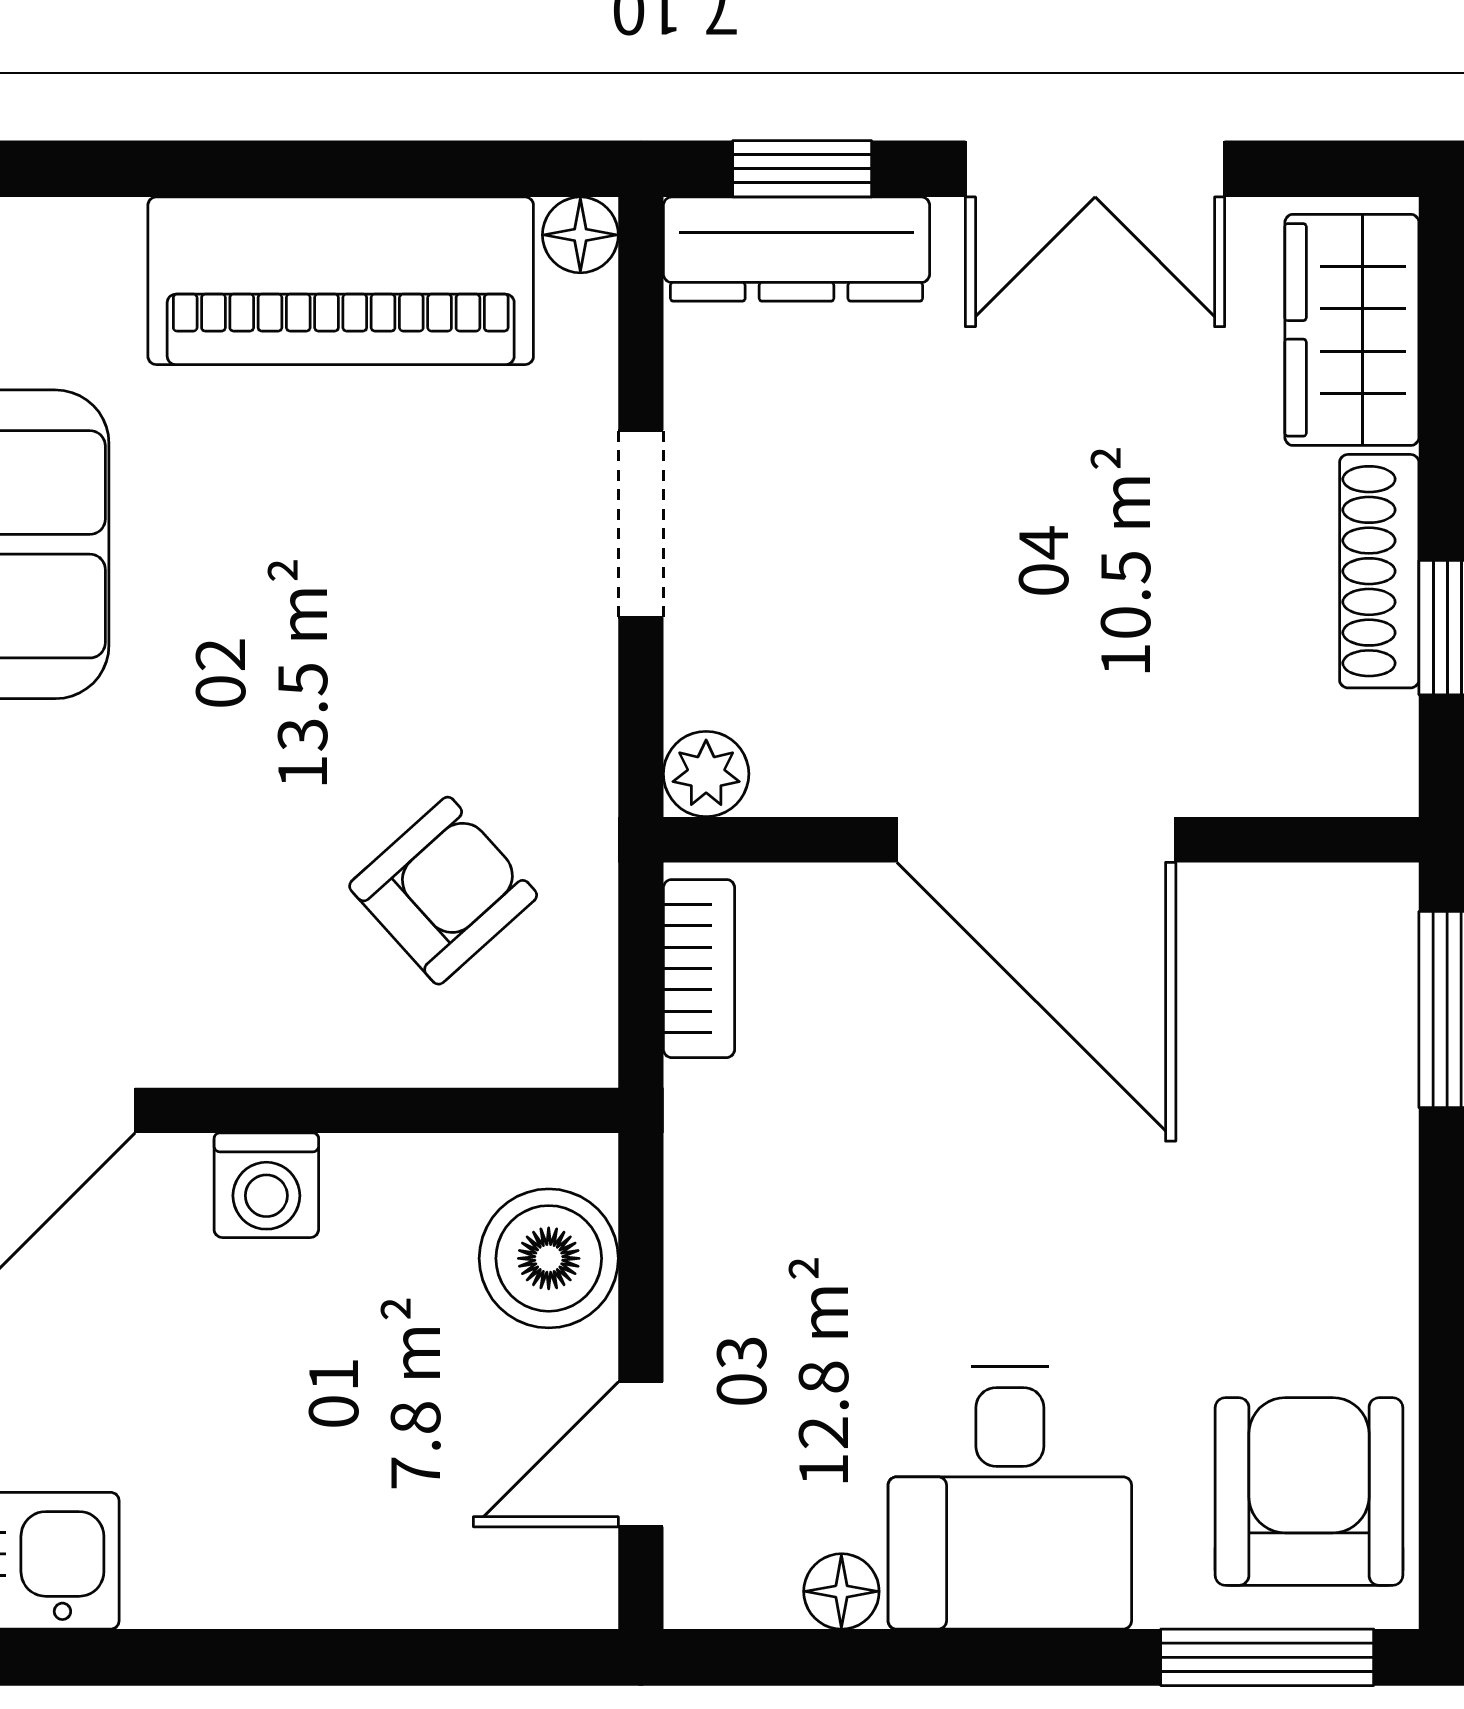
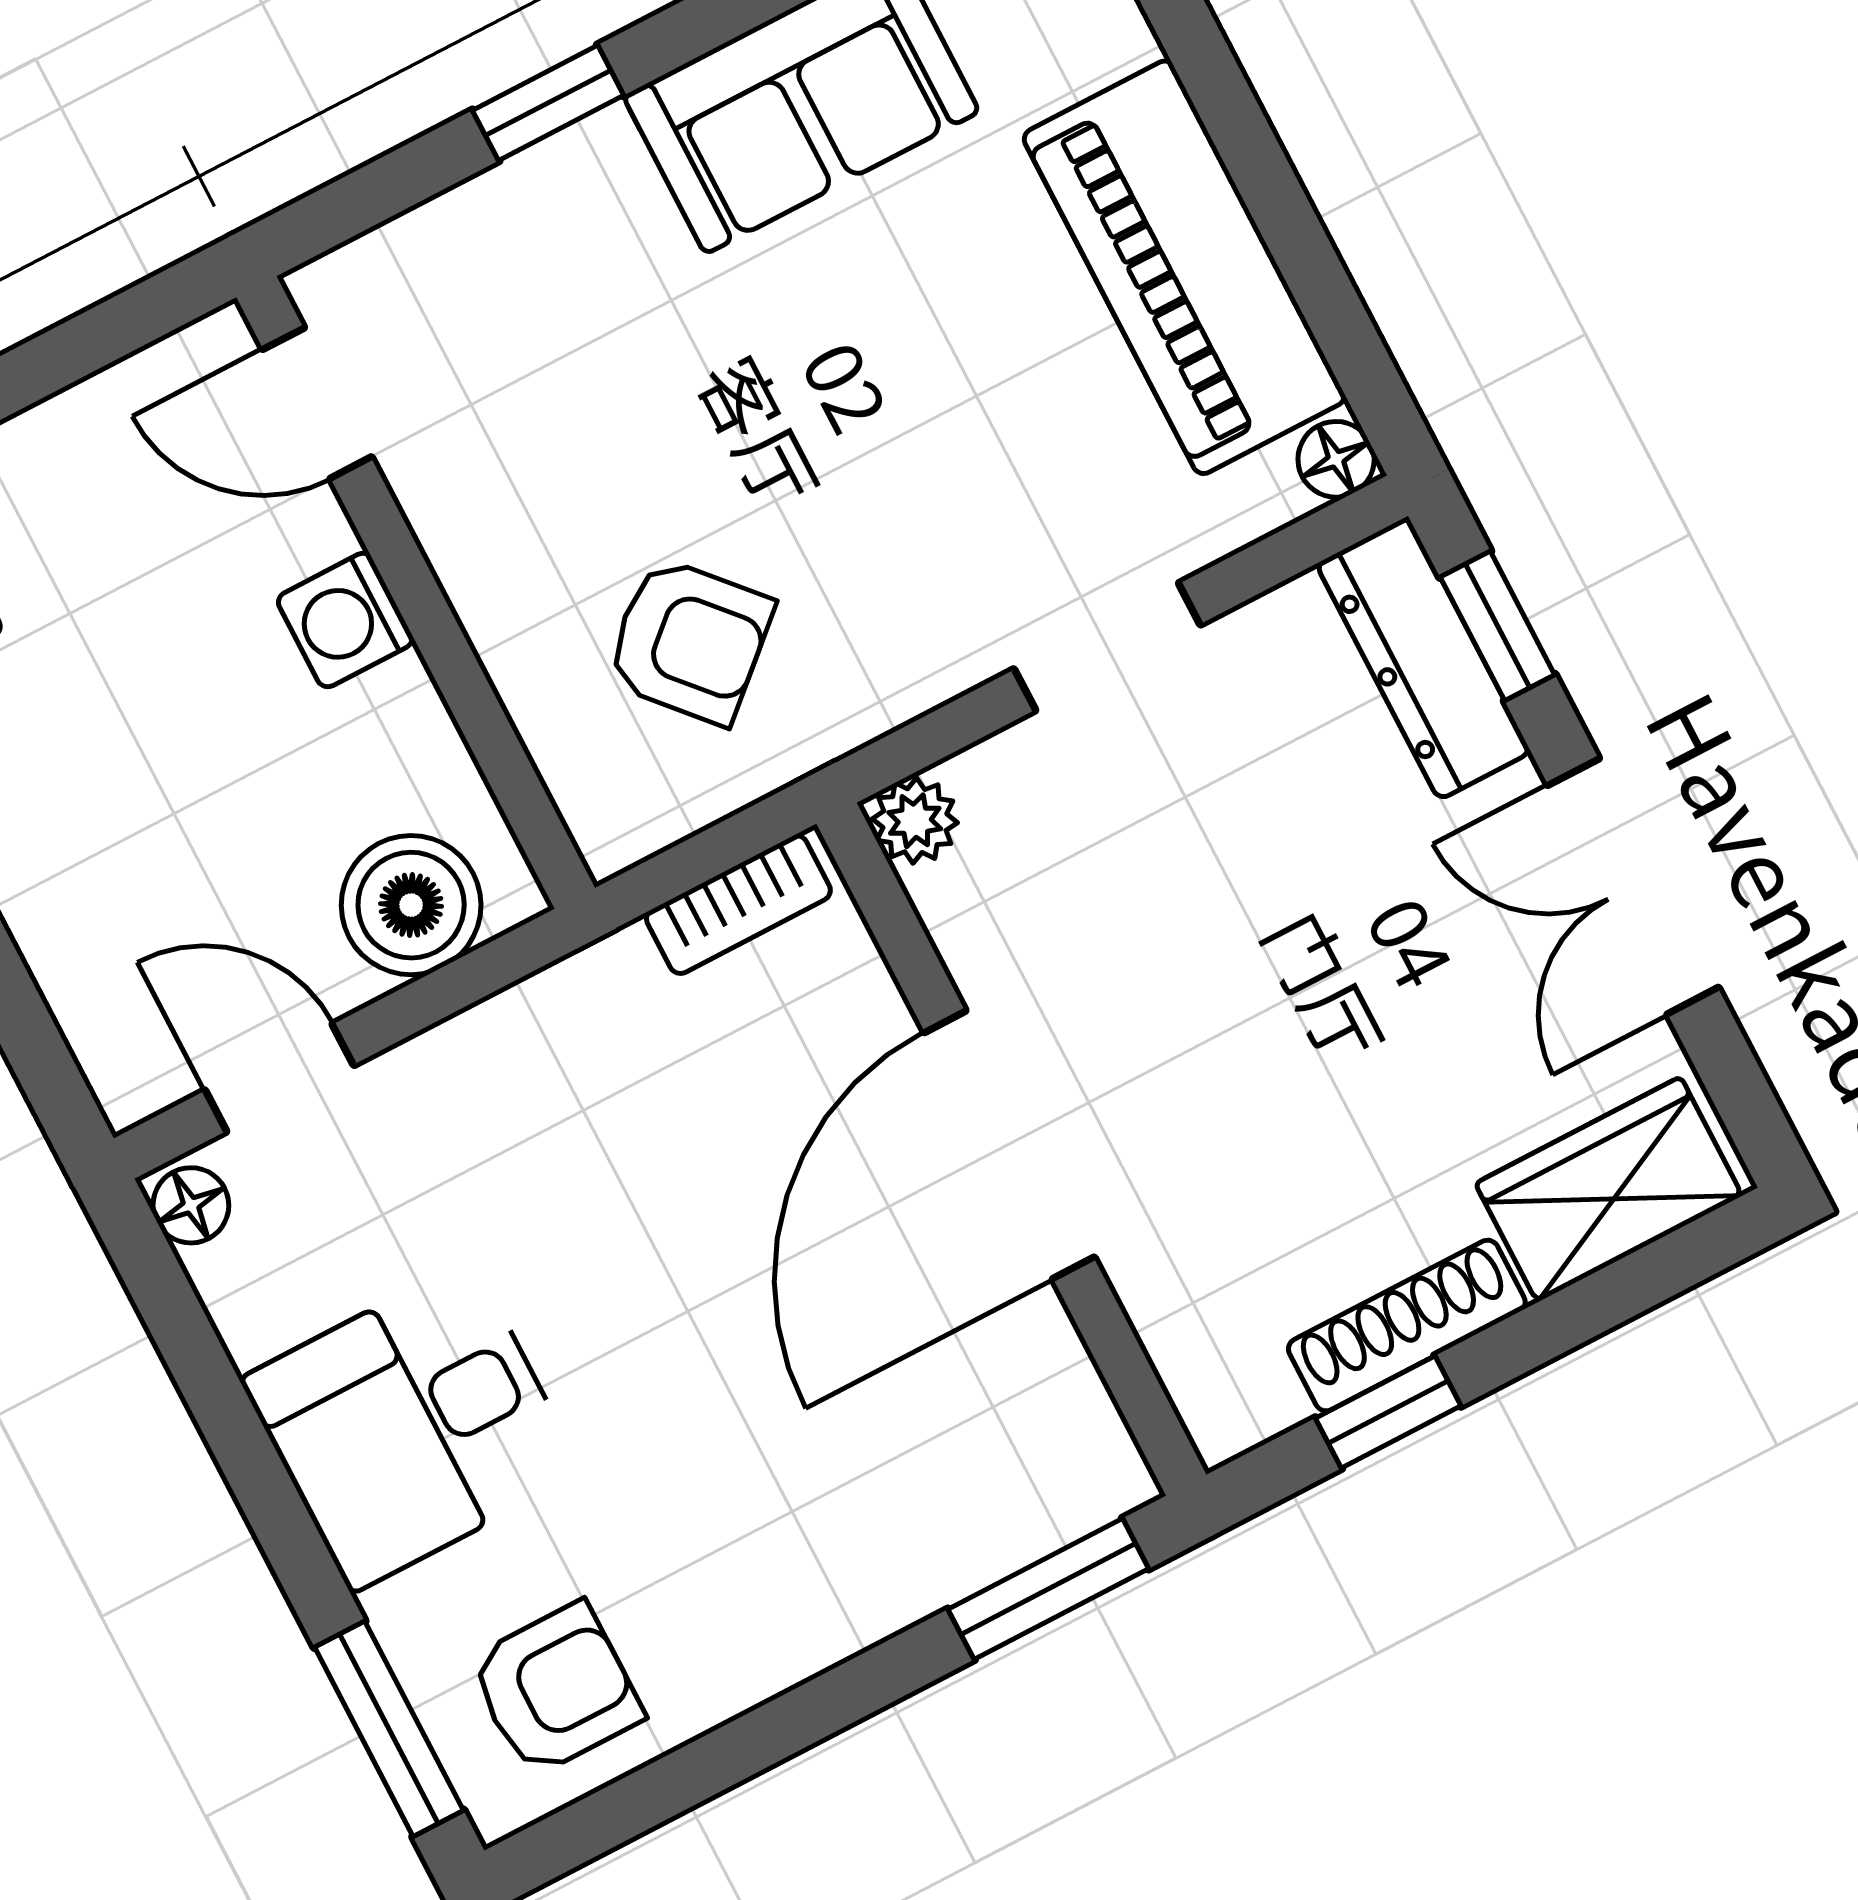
armchair: (1309, 1492) -> (556, 1689), width x0.72, depth x0.72
floor lamp: (841, 1591) -> (191, 1205), moved

